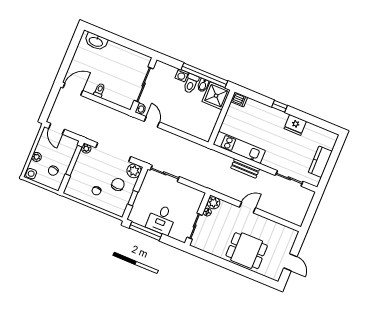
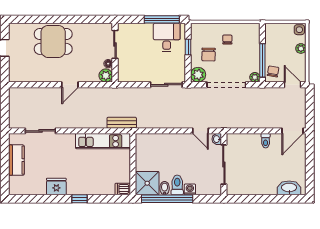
bench: (245, 168) -> (122, 123), moved
chair: (53, 171) -> (273, 71), moved
desk: (161, 219) -> (167, 38), moved

